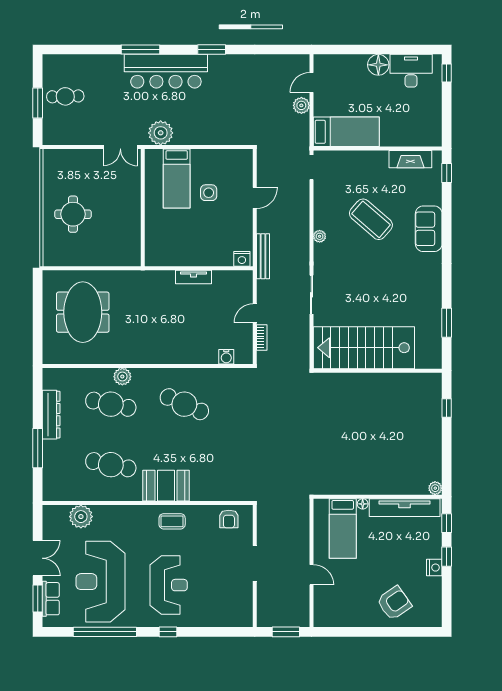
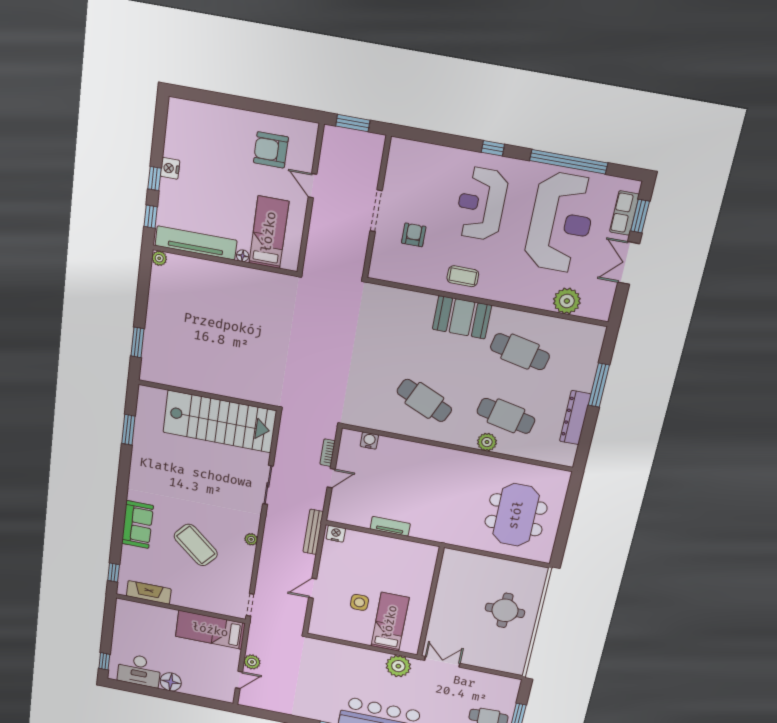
window: (447, 408) -> (137, 342), width x1.50
armchair: (229, 519) -> (414, 235), moved
armchair: (394, 603) -> (271, 150), moved, turned 35

